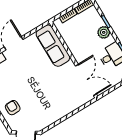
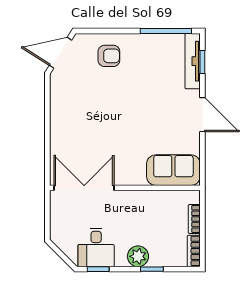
sofa: (53, 46) -> (173, 170), width x0.73
double door: (86, 80) -> (84, 188), swing flipped

